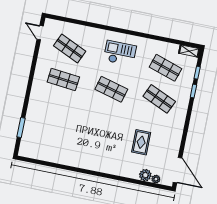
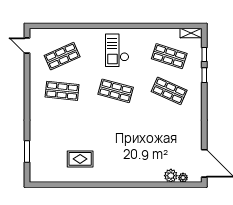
shop shelf: (70, 48) -> (62, 56), turned -48
checkout: (120, 53) -> (117, 50), turned -90
rug: (141, 142) -> (80, 159), moved, turned 90

